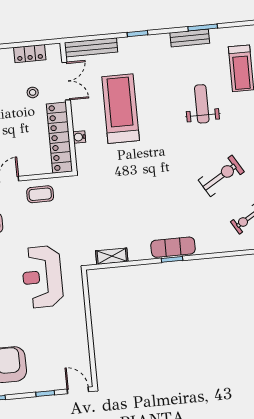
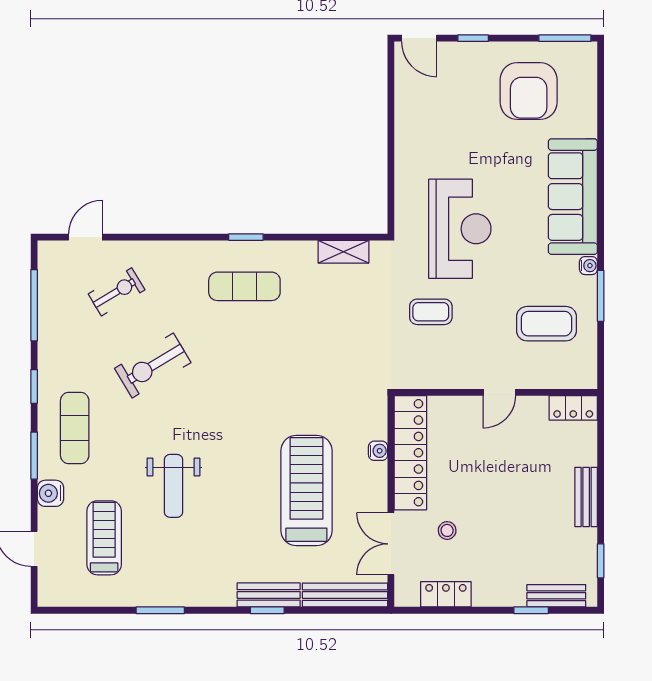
bench: (190, 38) -> (269, 595), moved
treadmill: (121, 109) -> (306, 491), turned 180
coffee table: (40, 194) -> (431, 312), moved
exercise mat: (173, 247) -> (244, 286), moved

